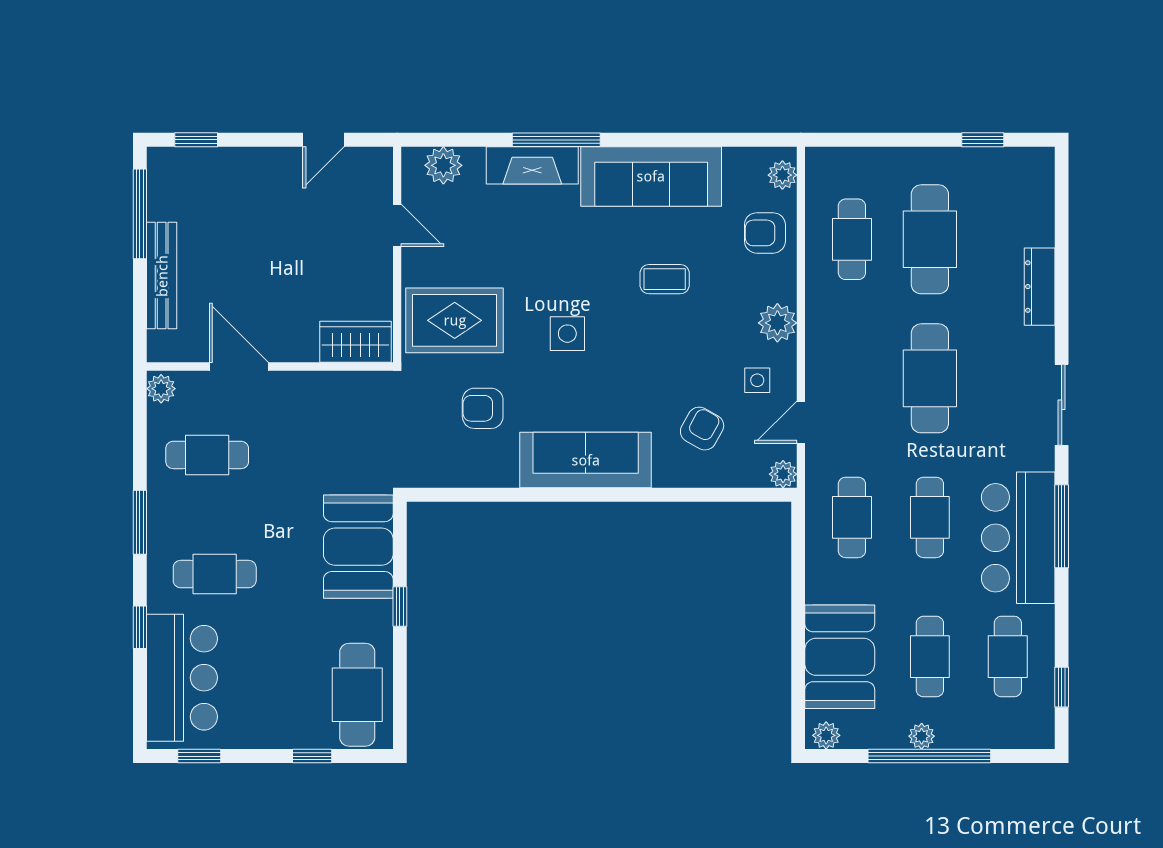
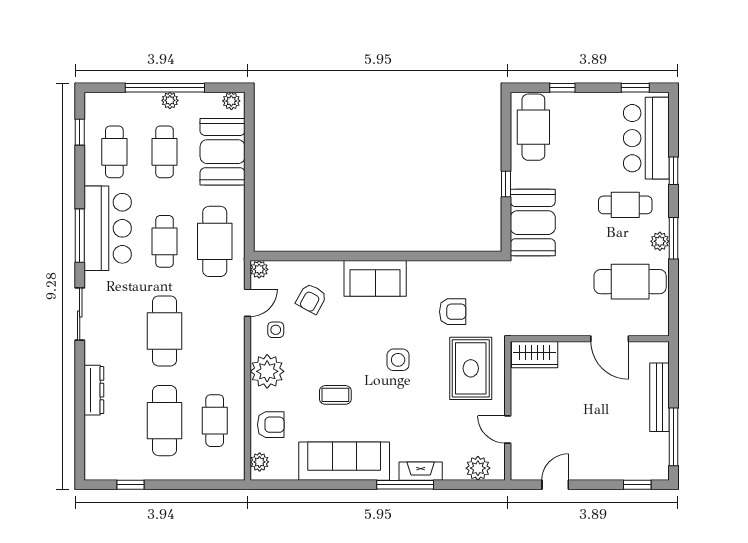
fireplace: (532, 165) -> (421, 471), width x0.73, depth x0.76
rug: (455, 320) -> (471, 368), turned 90
plant: (777, 323) -> (267, 371), width x1.36, depth x1.36
plant: (161, 389) -> (660, 241), moved
cafe table: (207, 455) -> (630, 282), width x1.37, depth x1.35
sofa: (586, 460) -> (375, 278), width x0.73
cafe table: (852, 517) -> (215, 241), width x1.37, depth x1.35

